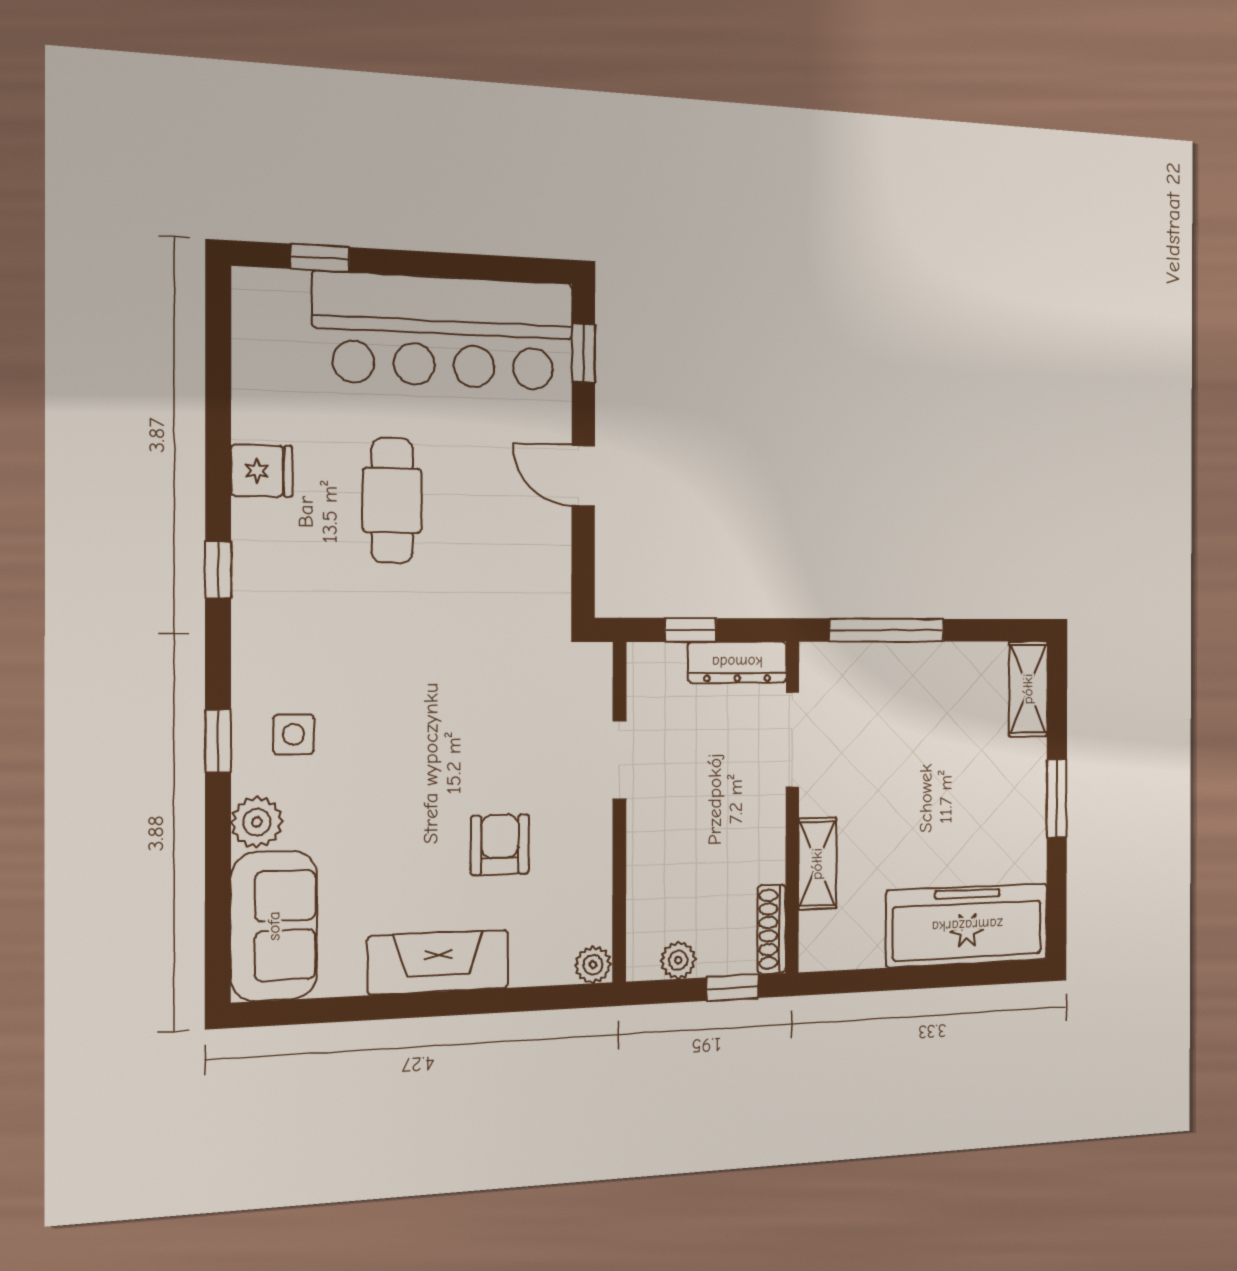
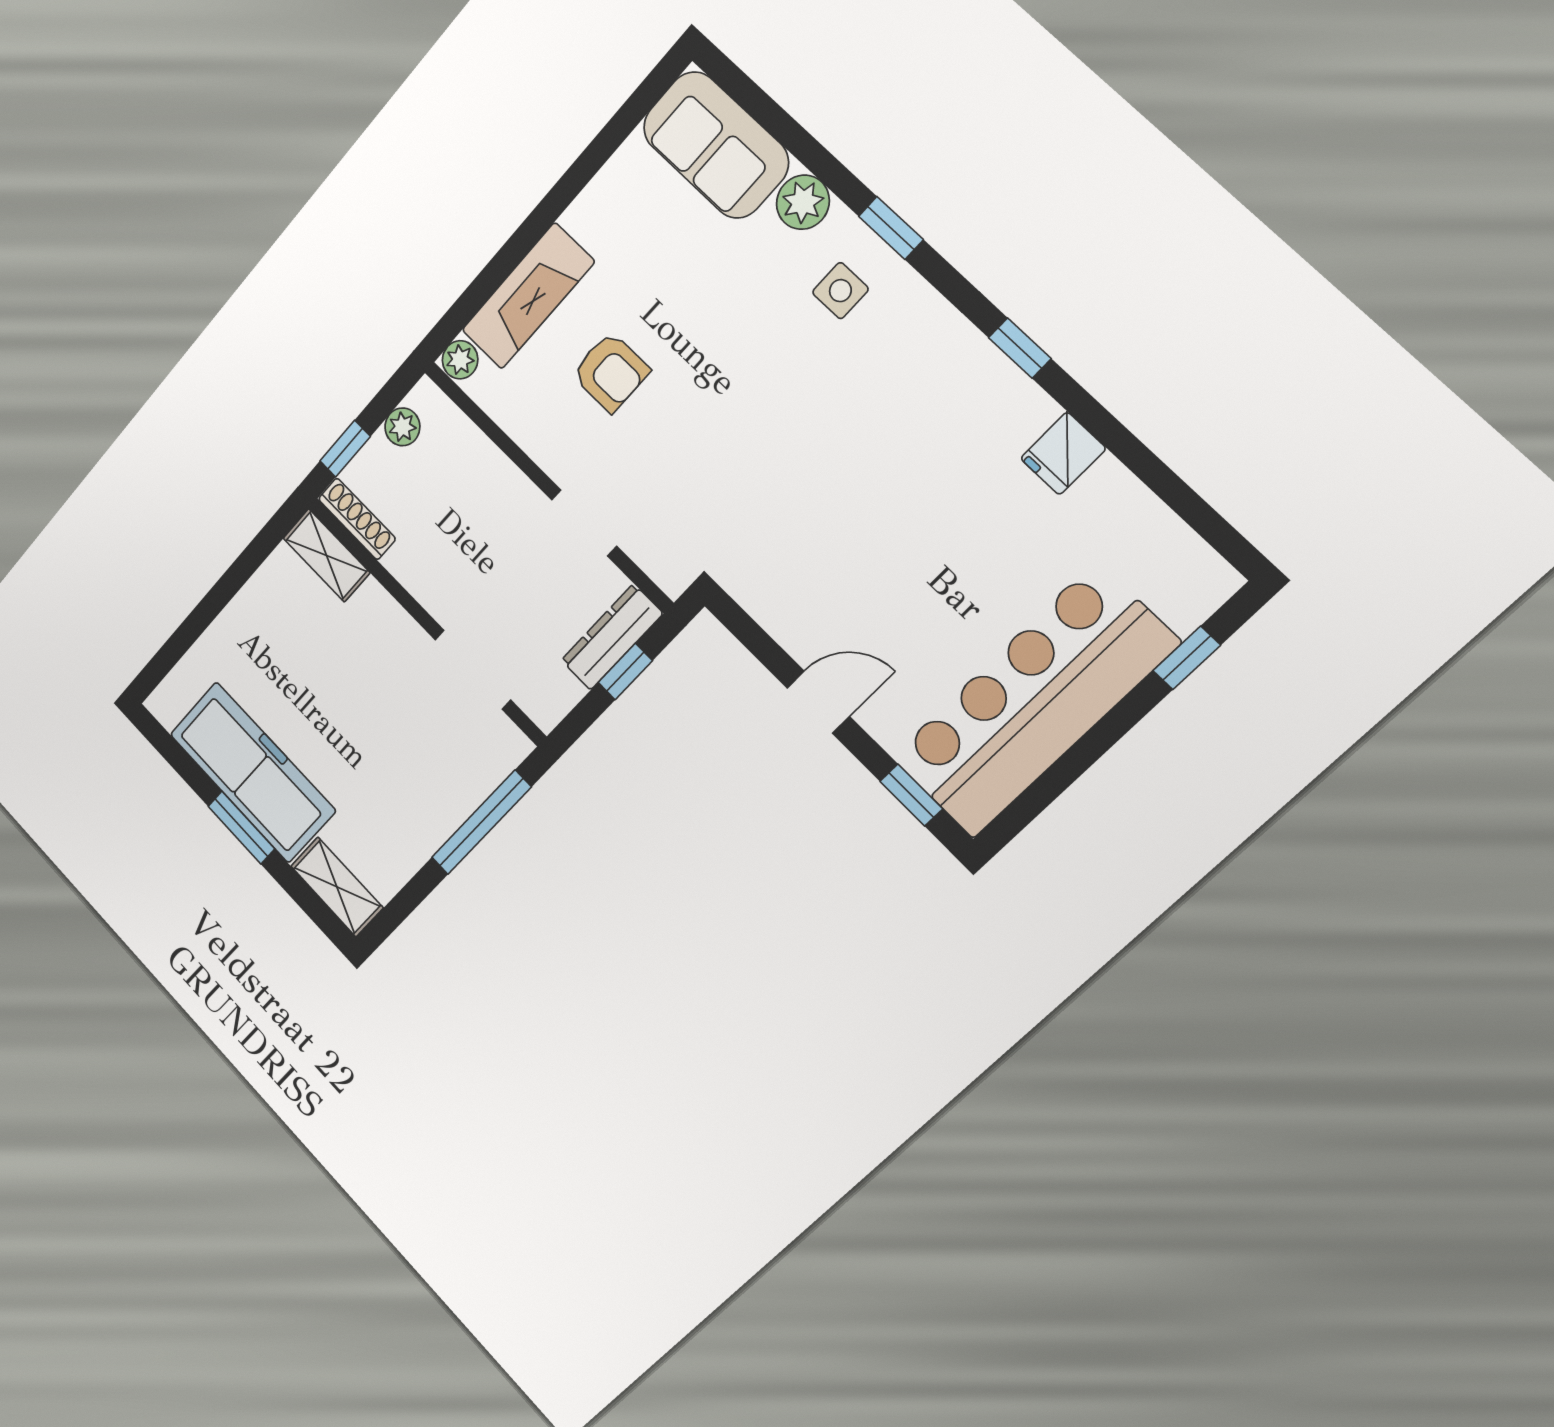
cafe table: (392, 500) -> (943, 534), removed
dresser: (737, 662) -> (612, 637), moved
shelving: (817, 864) -> (326, 555), moved
freezer: (967, 925) -> (252, 772), moved, turned -90
fireplace: (438, 962) -> (528, 296), moved

